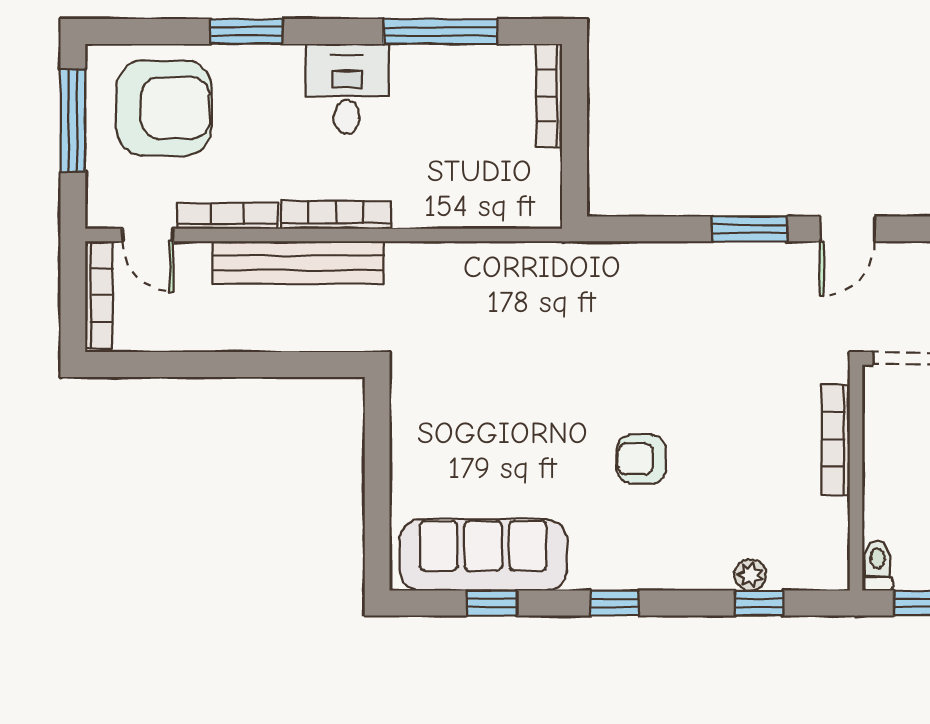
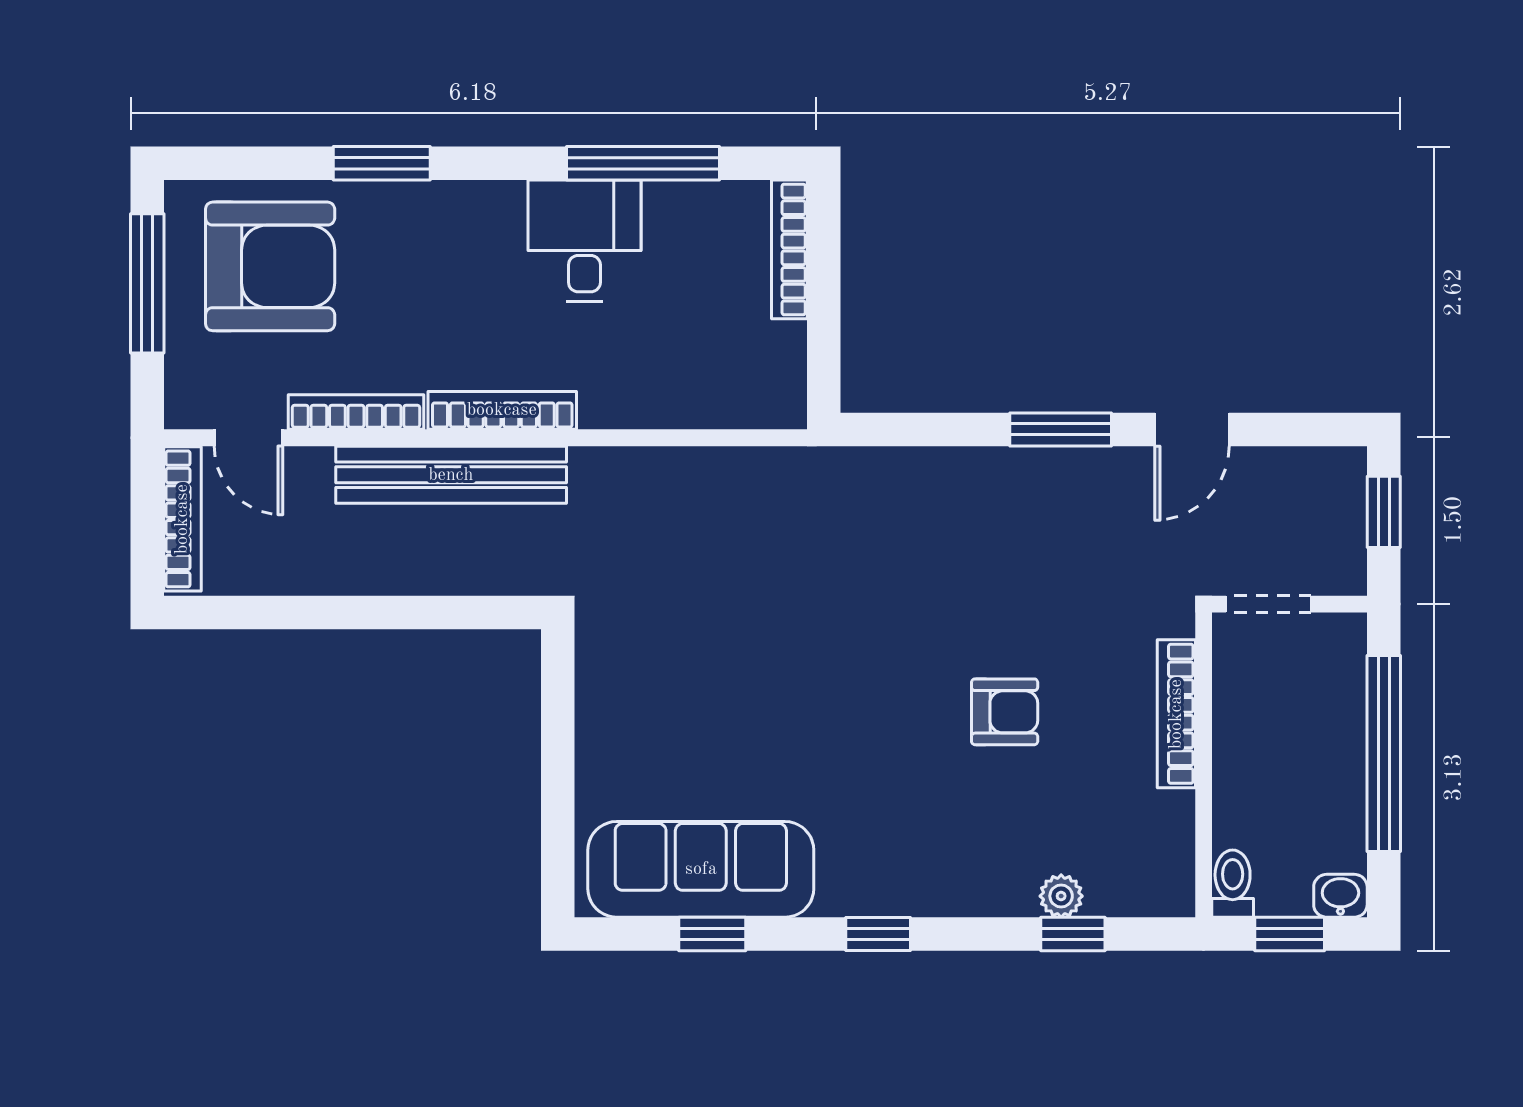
desk: (347, 89) -> (584, 241), moved
armchair: (641, 459) -> (1005, 712), moved, turned 180

